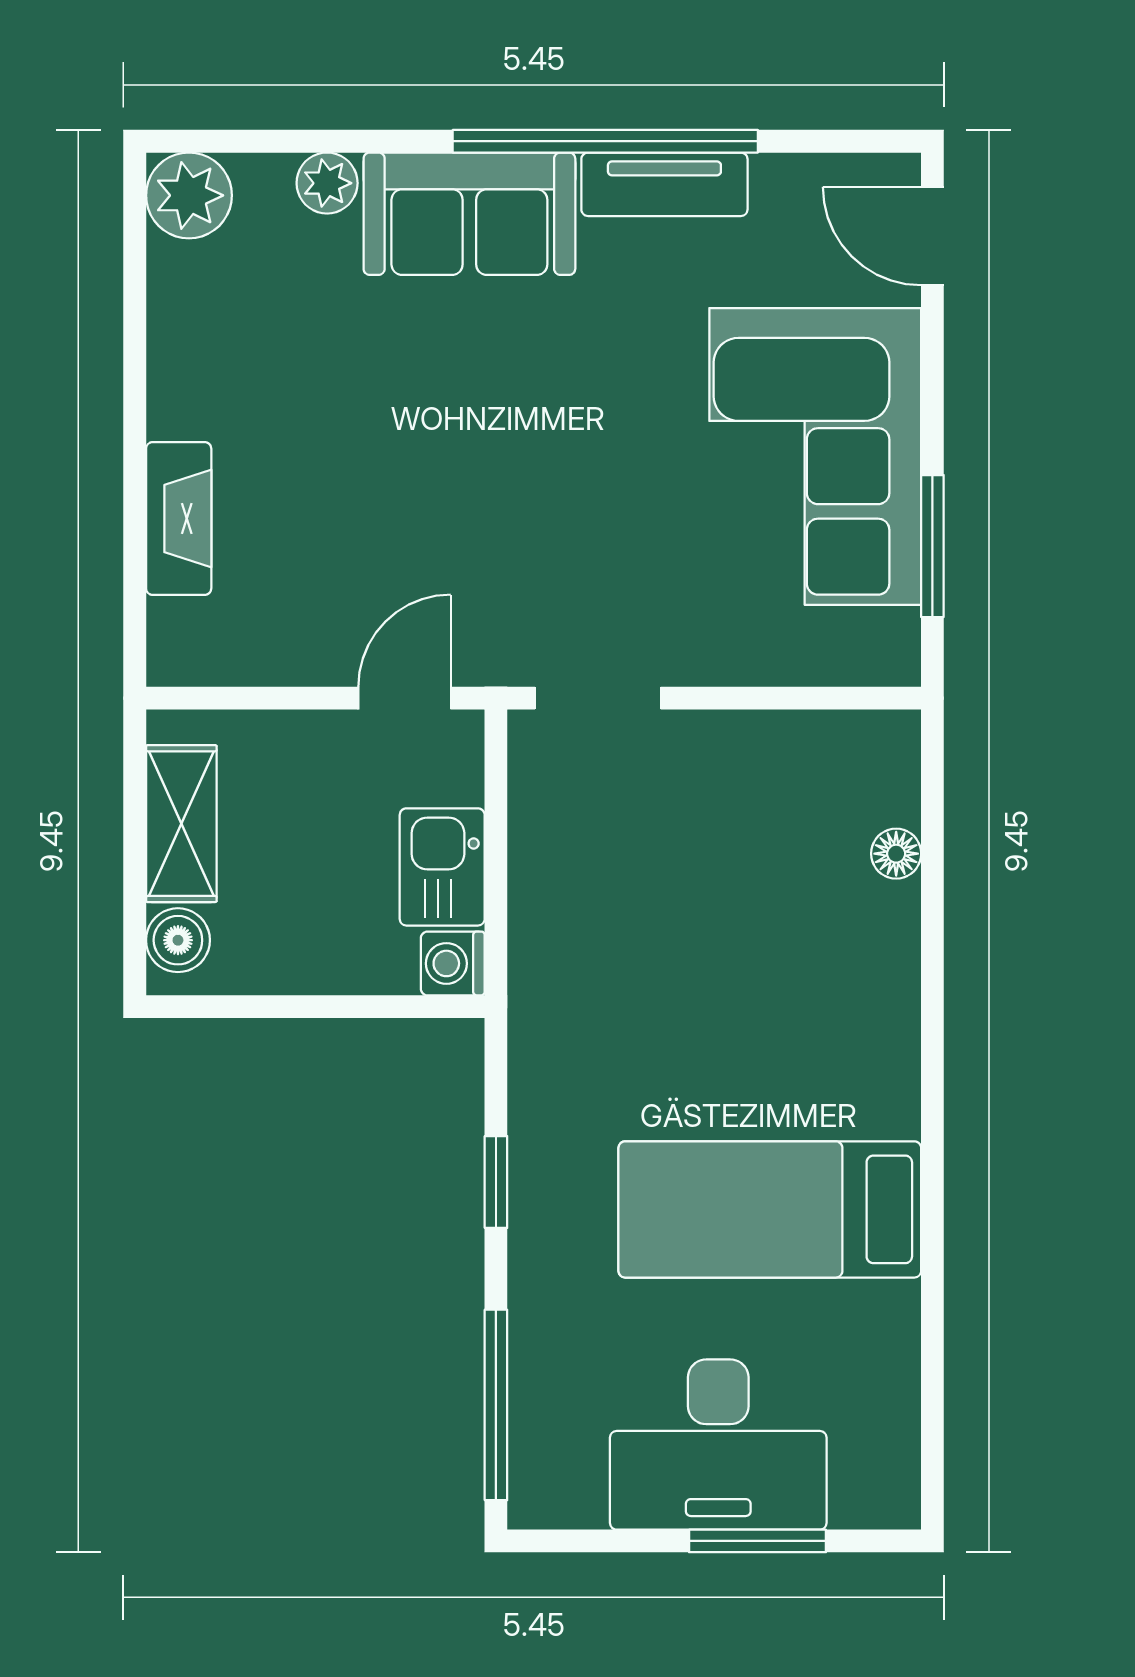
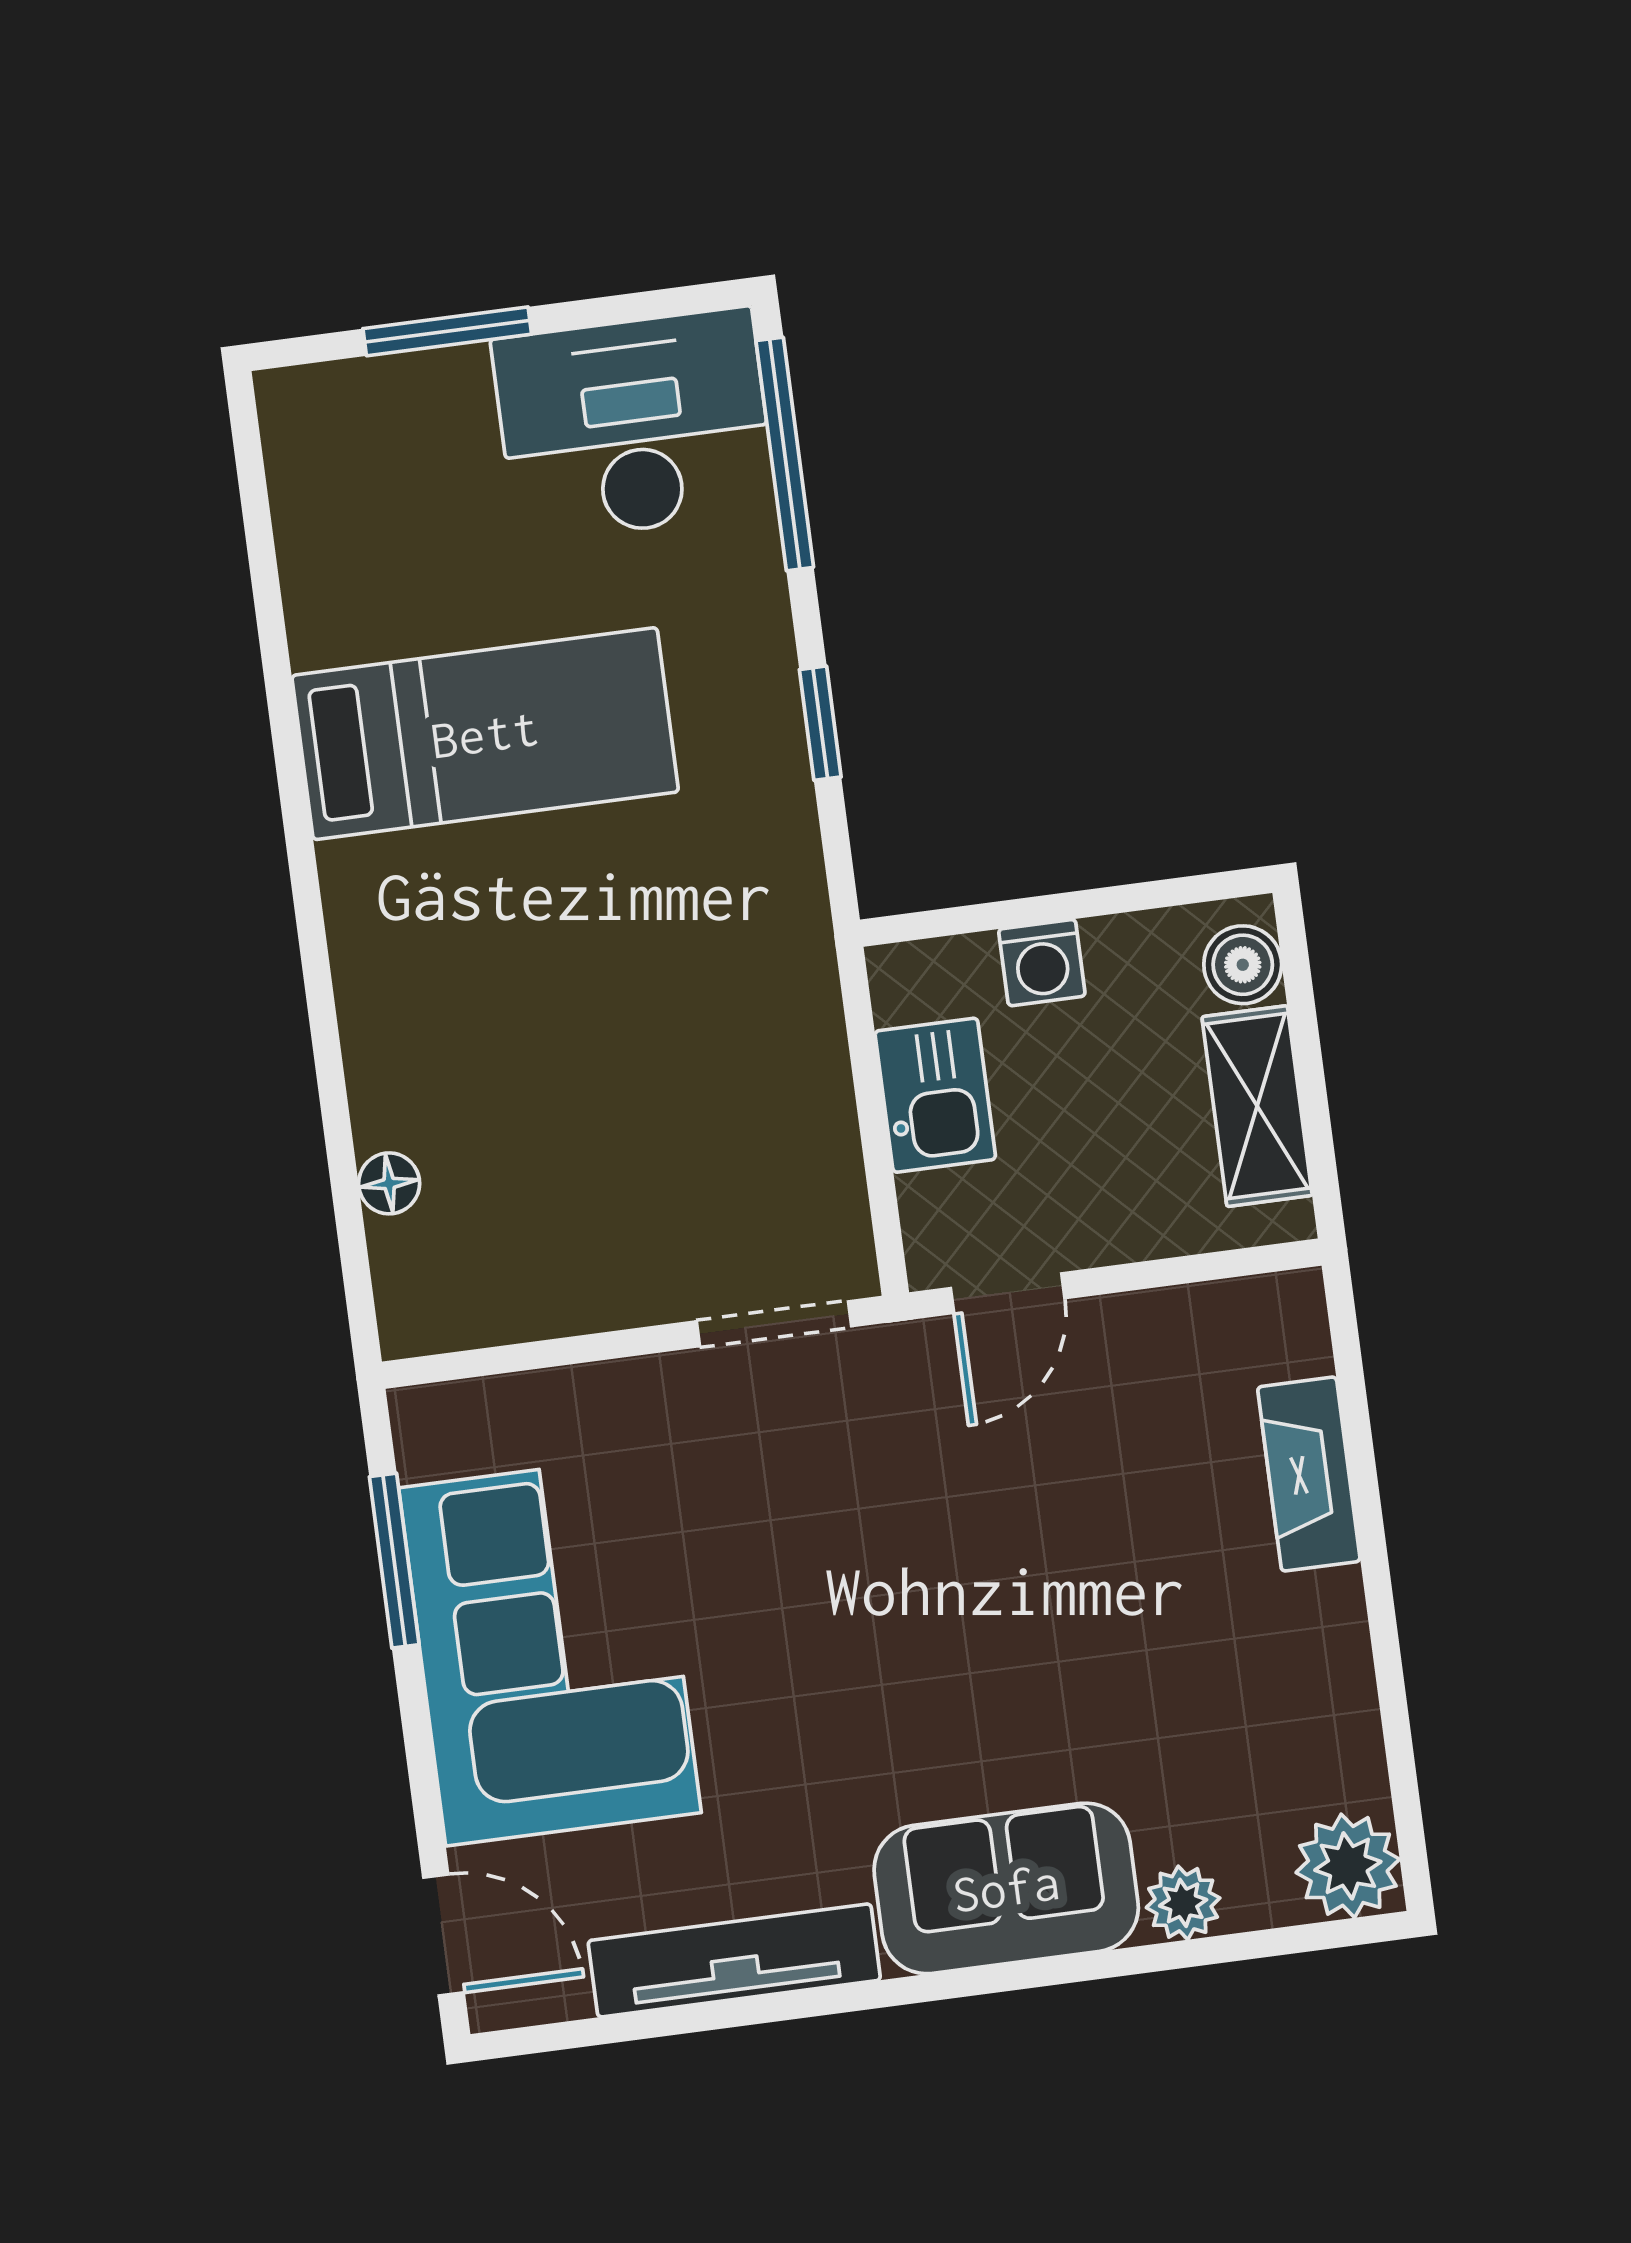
window: (605, 141) -> (854, 1998), removed
tv unit: (664, 184) -> (734, 1960), width x1.41
washing machine: (453, 963) -> (1042, 963), moved, turned 90
desk: (718, 1445) -> (634, 425), moved

